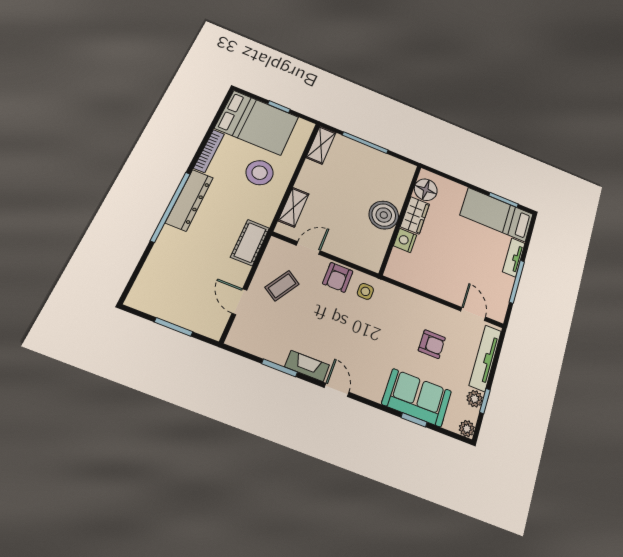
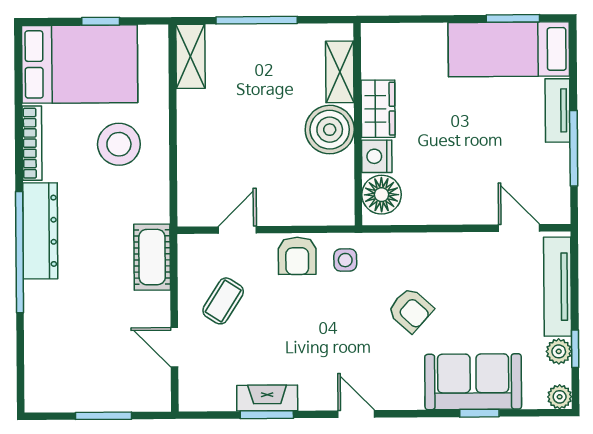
floor lamp: (426, 190) -> (382, 195), moved
shelving: (294, 207) -> (340, 72), moved
armchair: (432, 344) -> (411, 310), moved, turned 42
fireplace: (307, 366) -> (267, 398), moved

